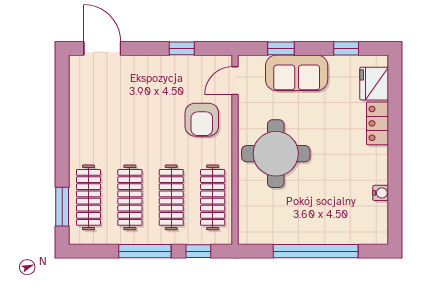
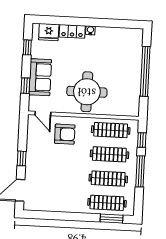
window: (182, 48) -> (22, 158), moved
water cooler: (381, 193) -> (90, 30), moved

